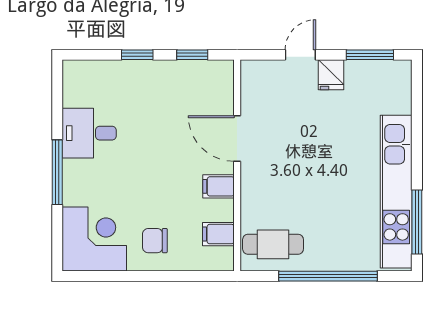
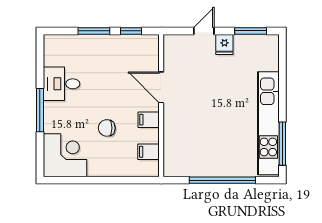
window: (137, 55) -> (94, 31), width x1.50
chair: (155, 241) -> (107, 128), moved
cafe table: (273, 244) -> (185, 159), removed

